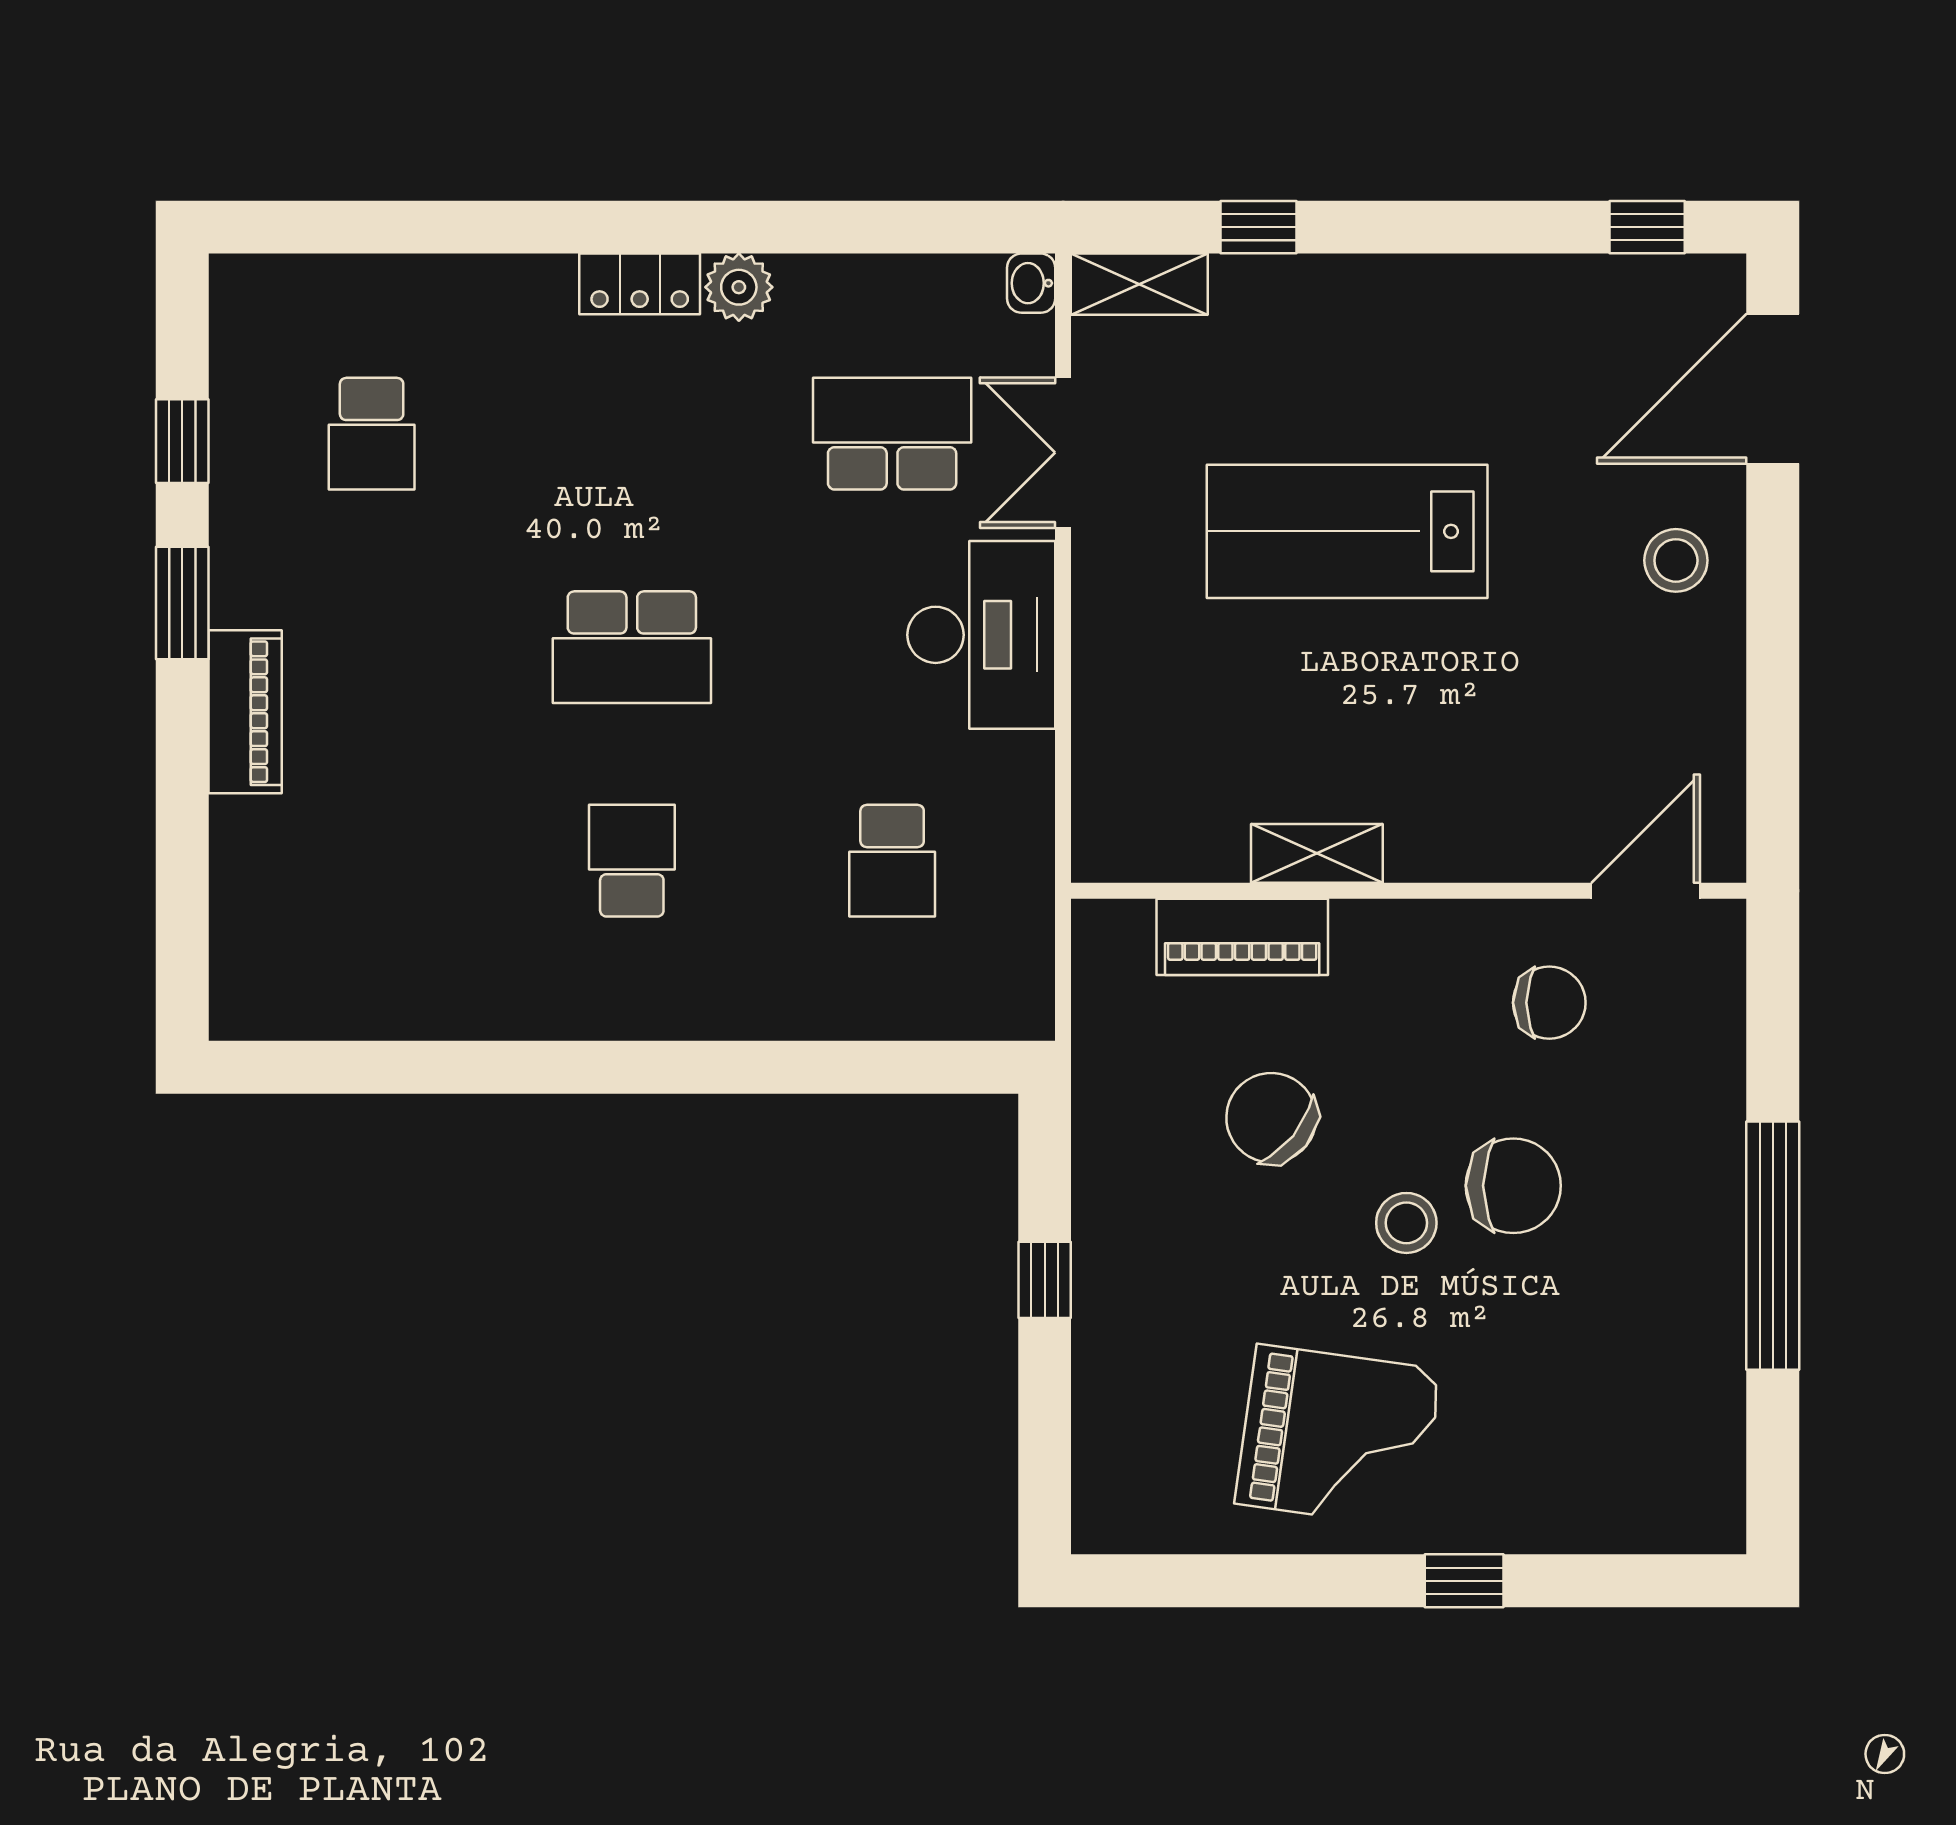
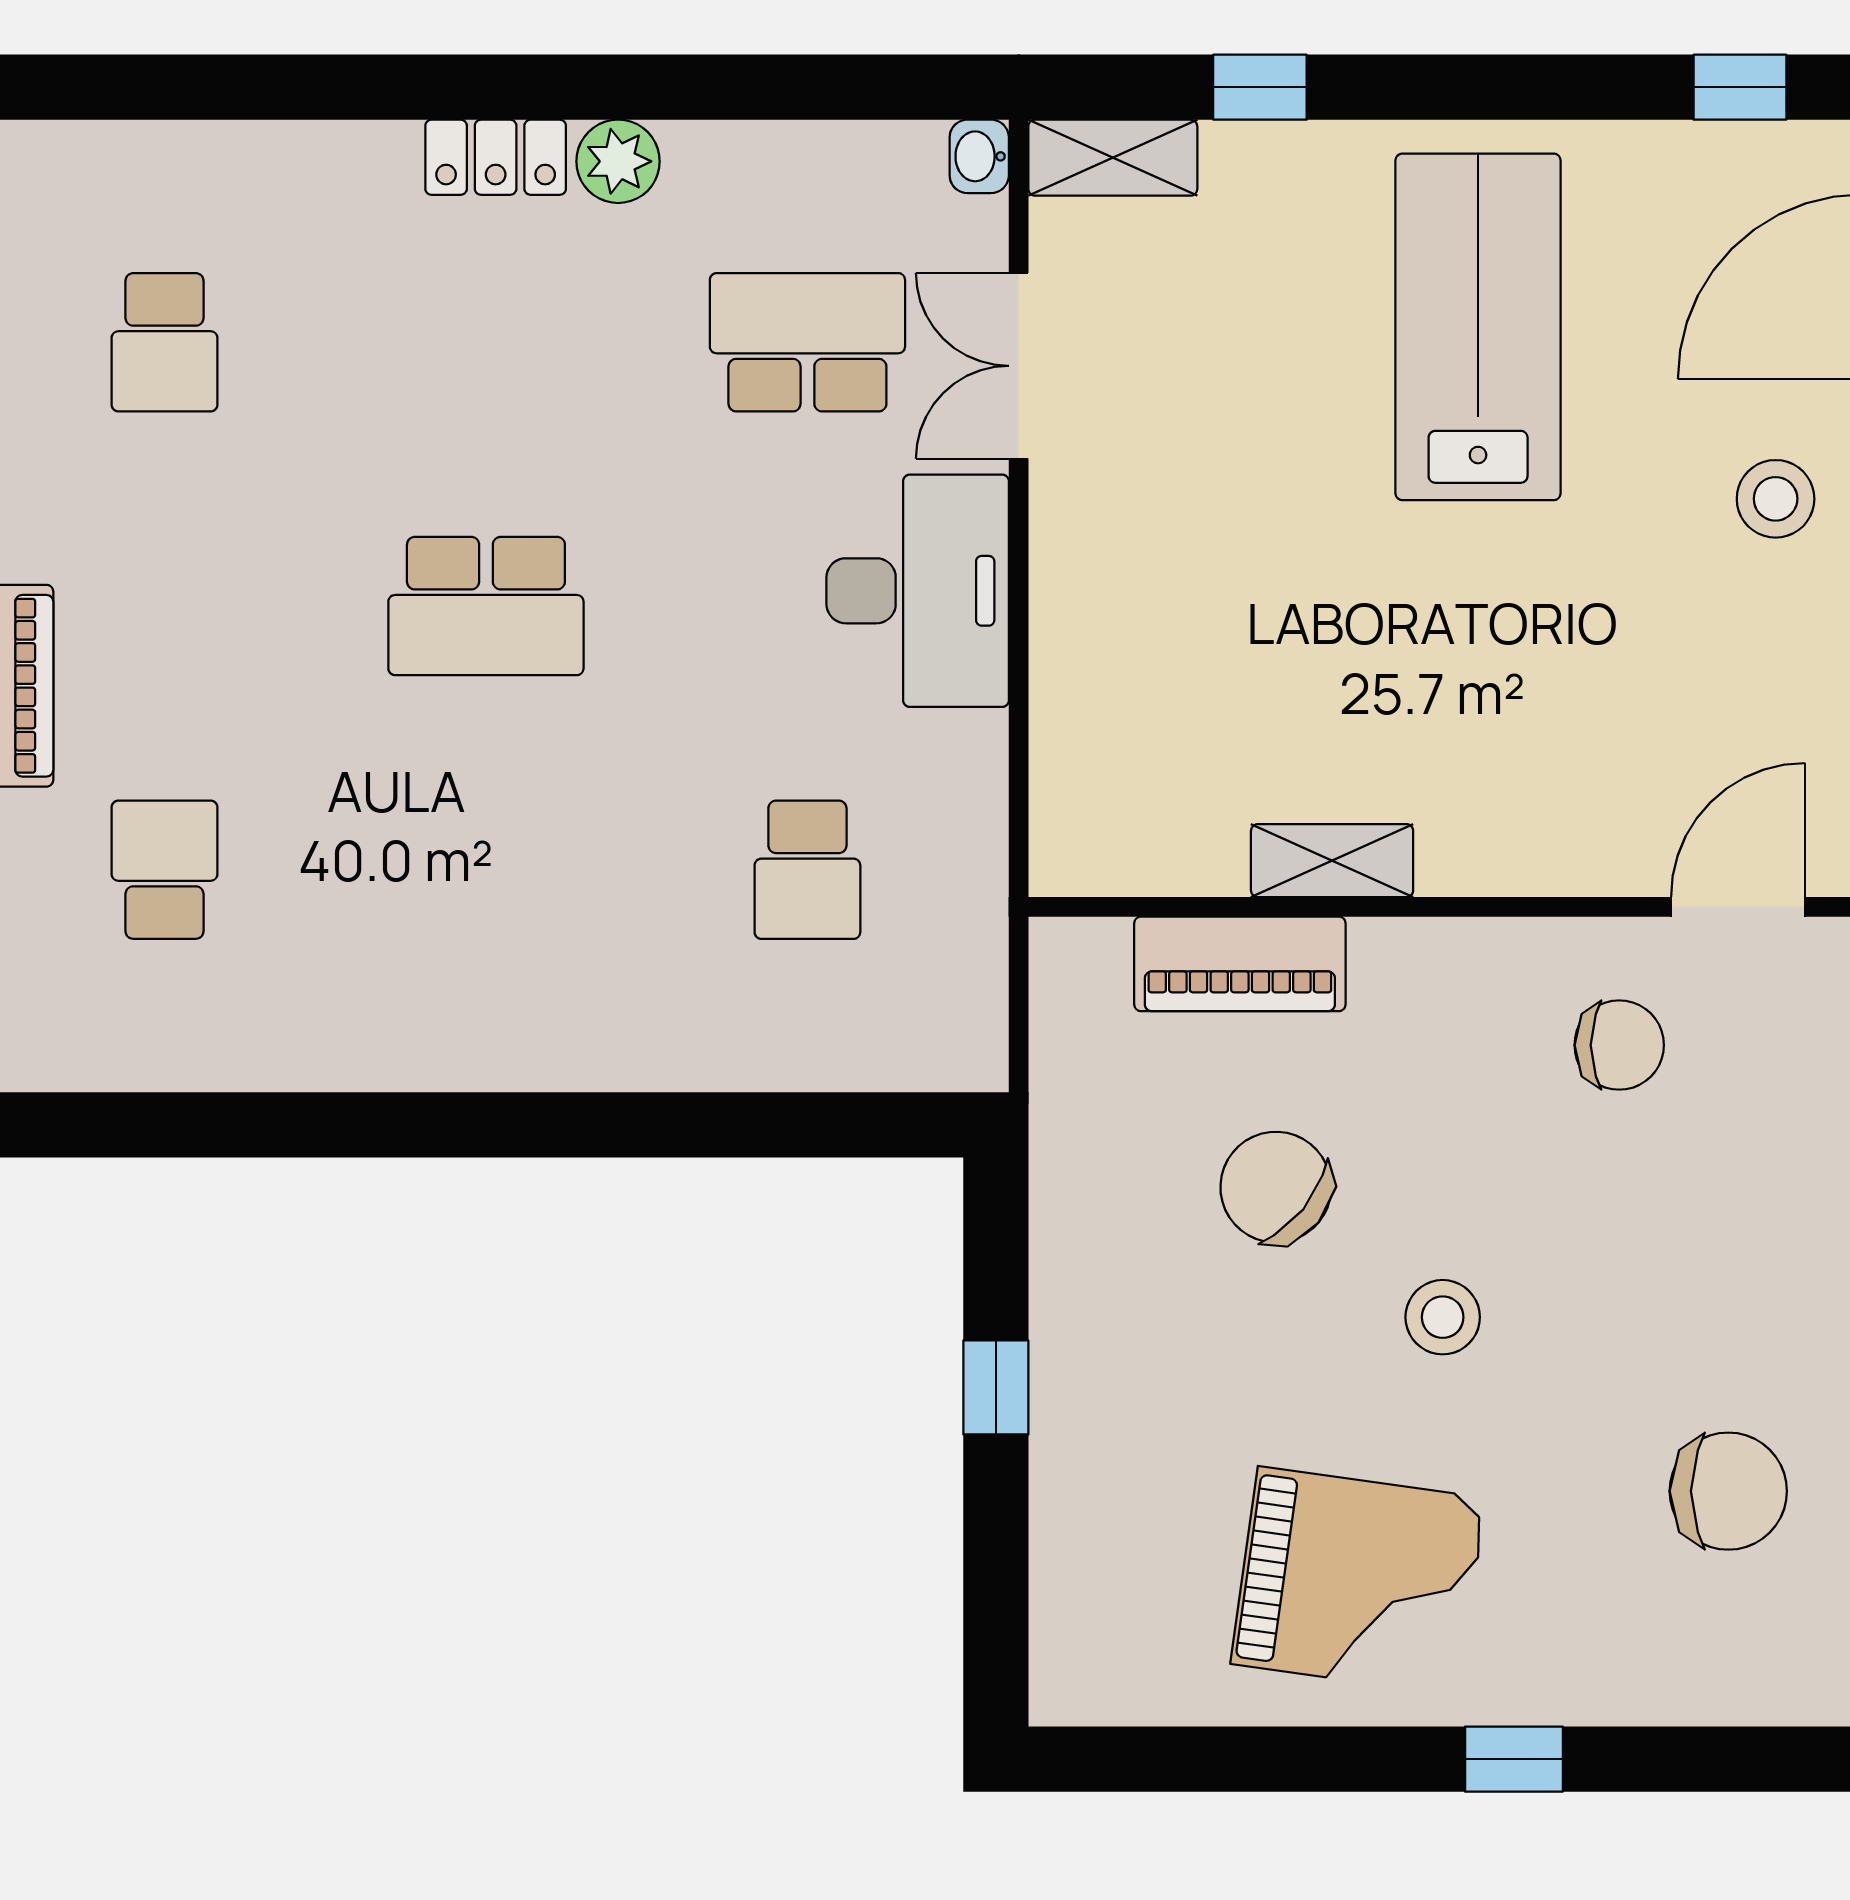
lab bench: (1347, 531) -> (1478, 327), moved, turned 90
school desk: (632, 861) -> (165, 870), moved
chair: (1513, 1186) -> (1728, 1491), moved

